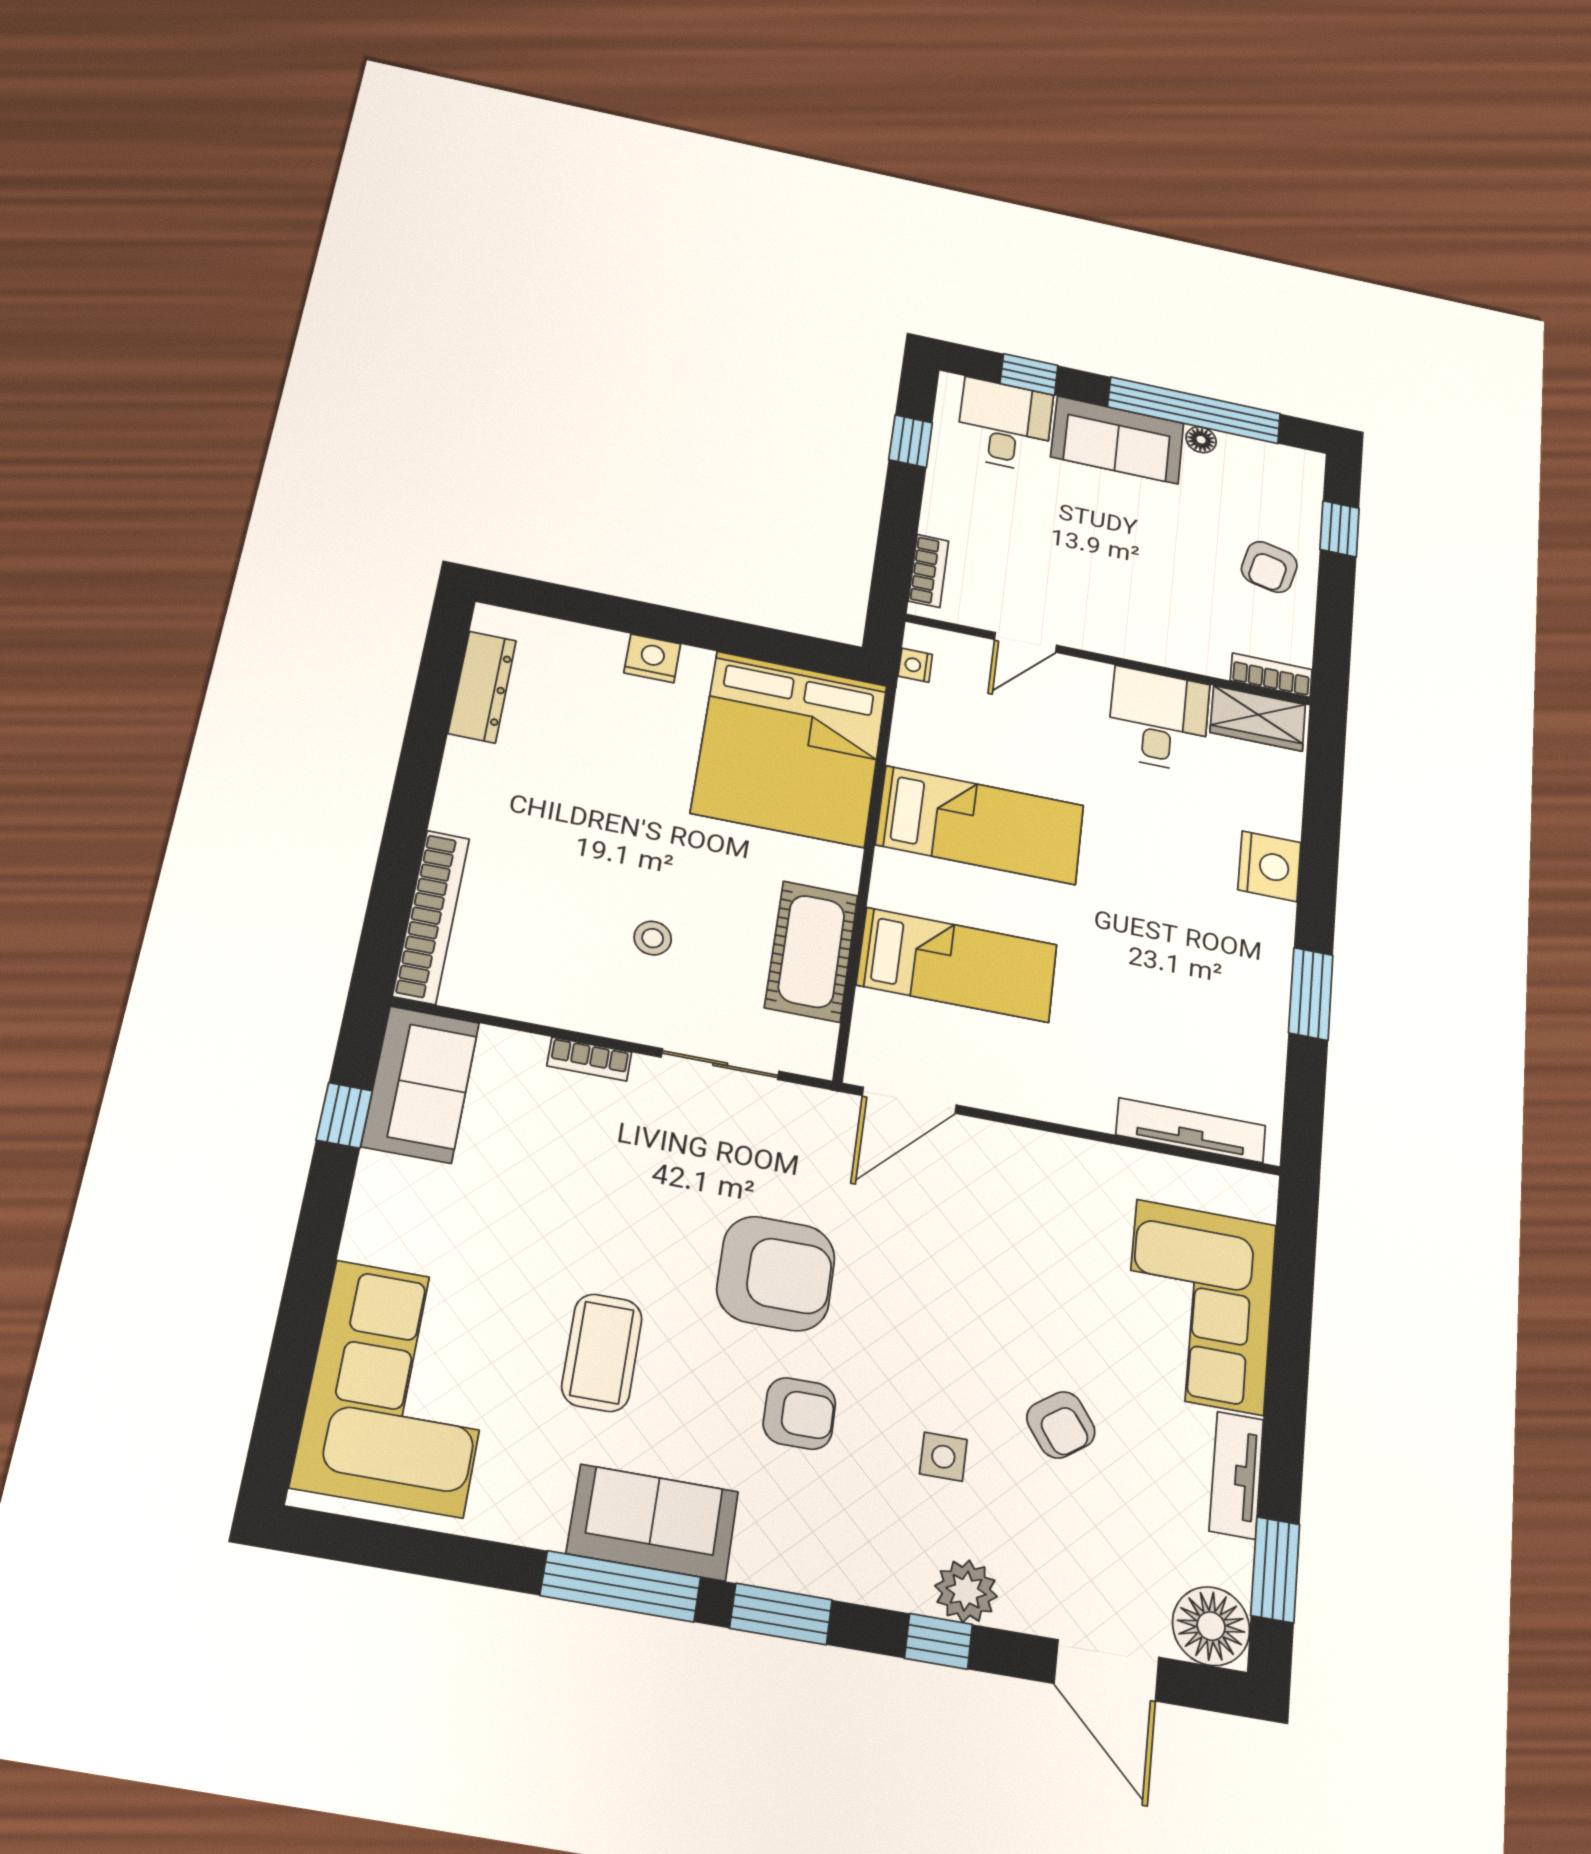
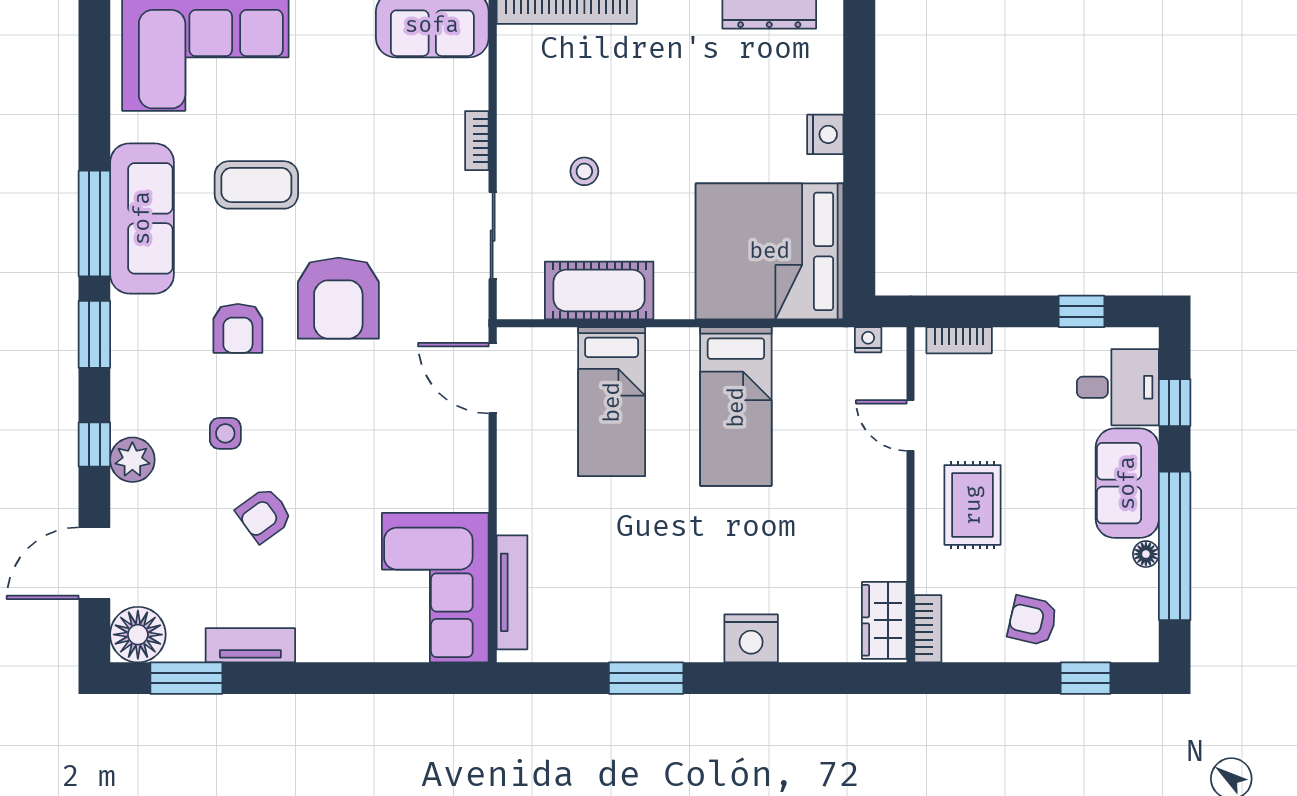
rug: (1128, 599) -> (973, 505), added
desk: (1158, 720) -> (864, 539), removed
corner sofa: (1199, 1306) -> (435, 588), moved, turned -90
sofa: (653, 1523) -> (142, 218), width x1.36

